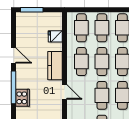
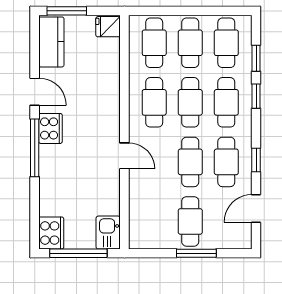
fridge: (55, 36) -> (108, 27), moved
kitchen counter: (55, 66) -> (51, 42), moved, turned 180
cooker: (23, 98) -> (50, 128), moved

